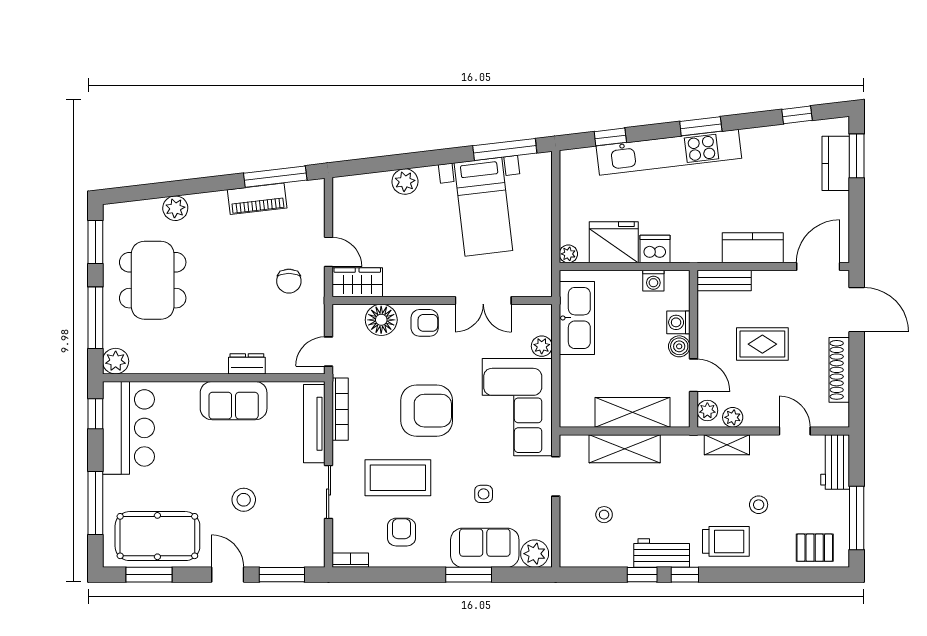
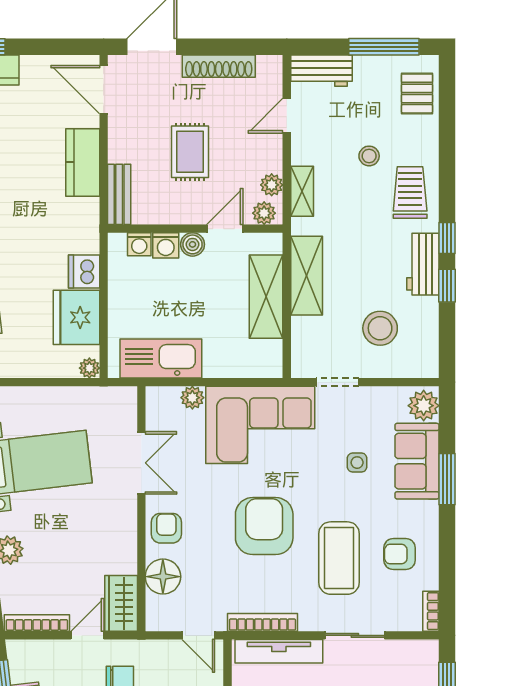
bookcase: (340, 207) -> (37, 623), added
washing machine: (653, 281) -> (139, 244), moved, turned 90
shelving: (625, 449) -> (307, 276), moved
stool: (604, 515) -> (380, 328), width x1.89, depth x1.89

